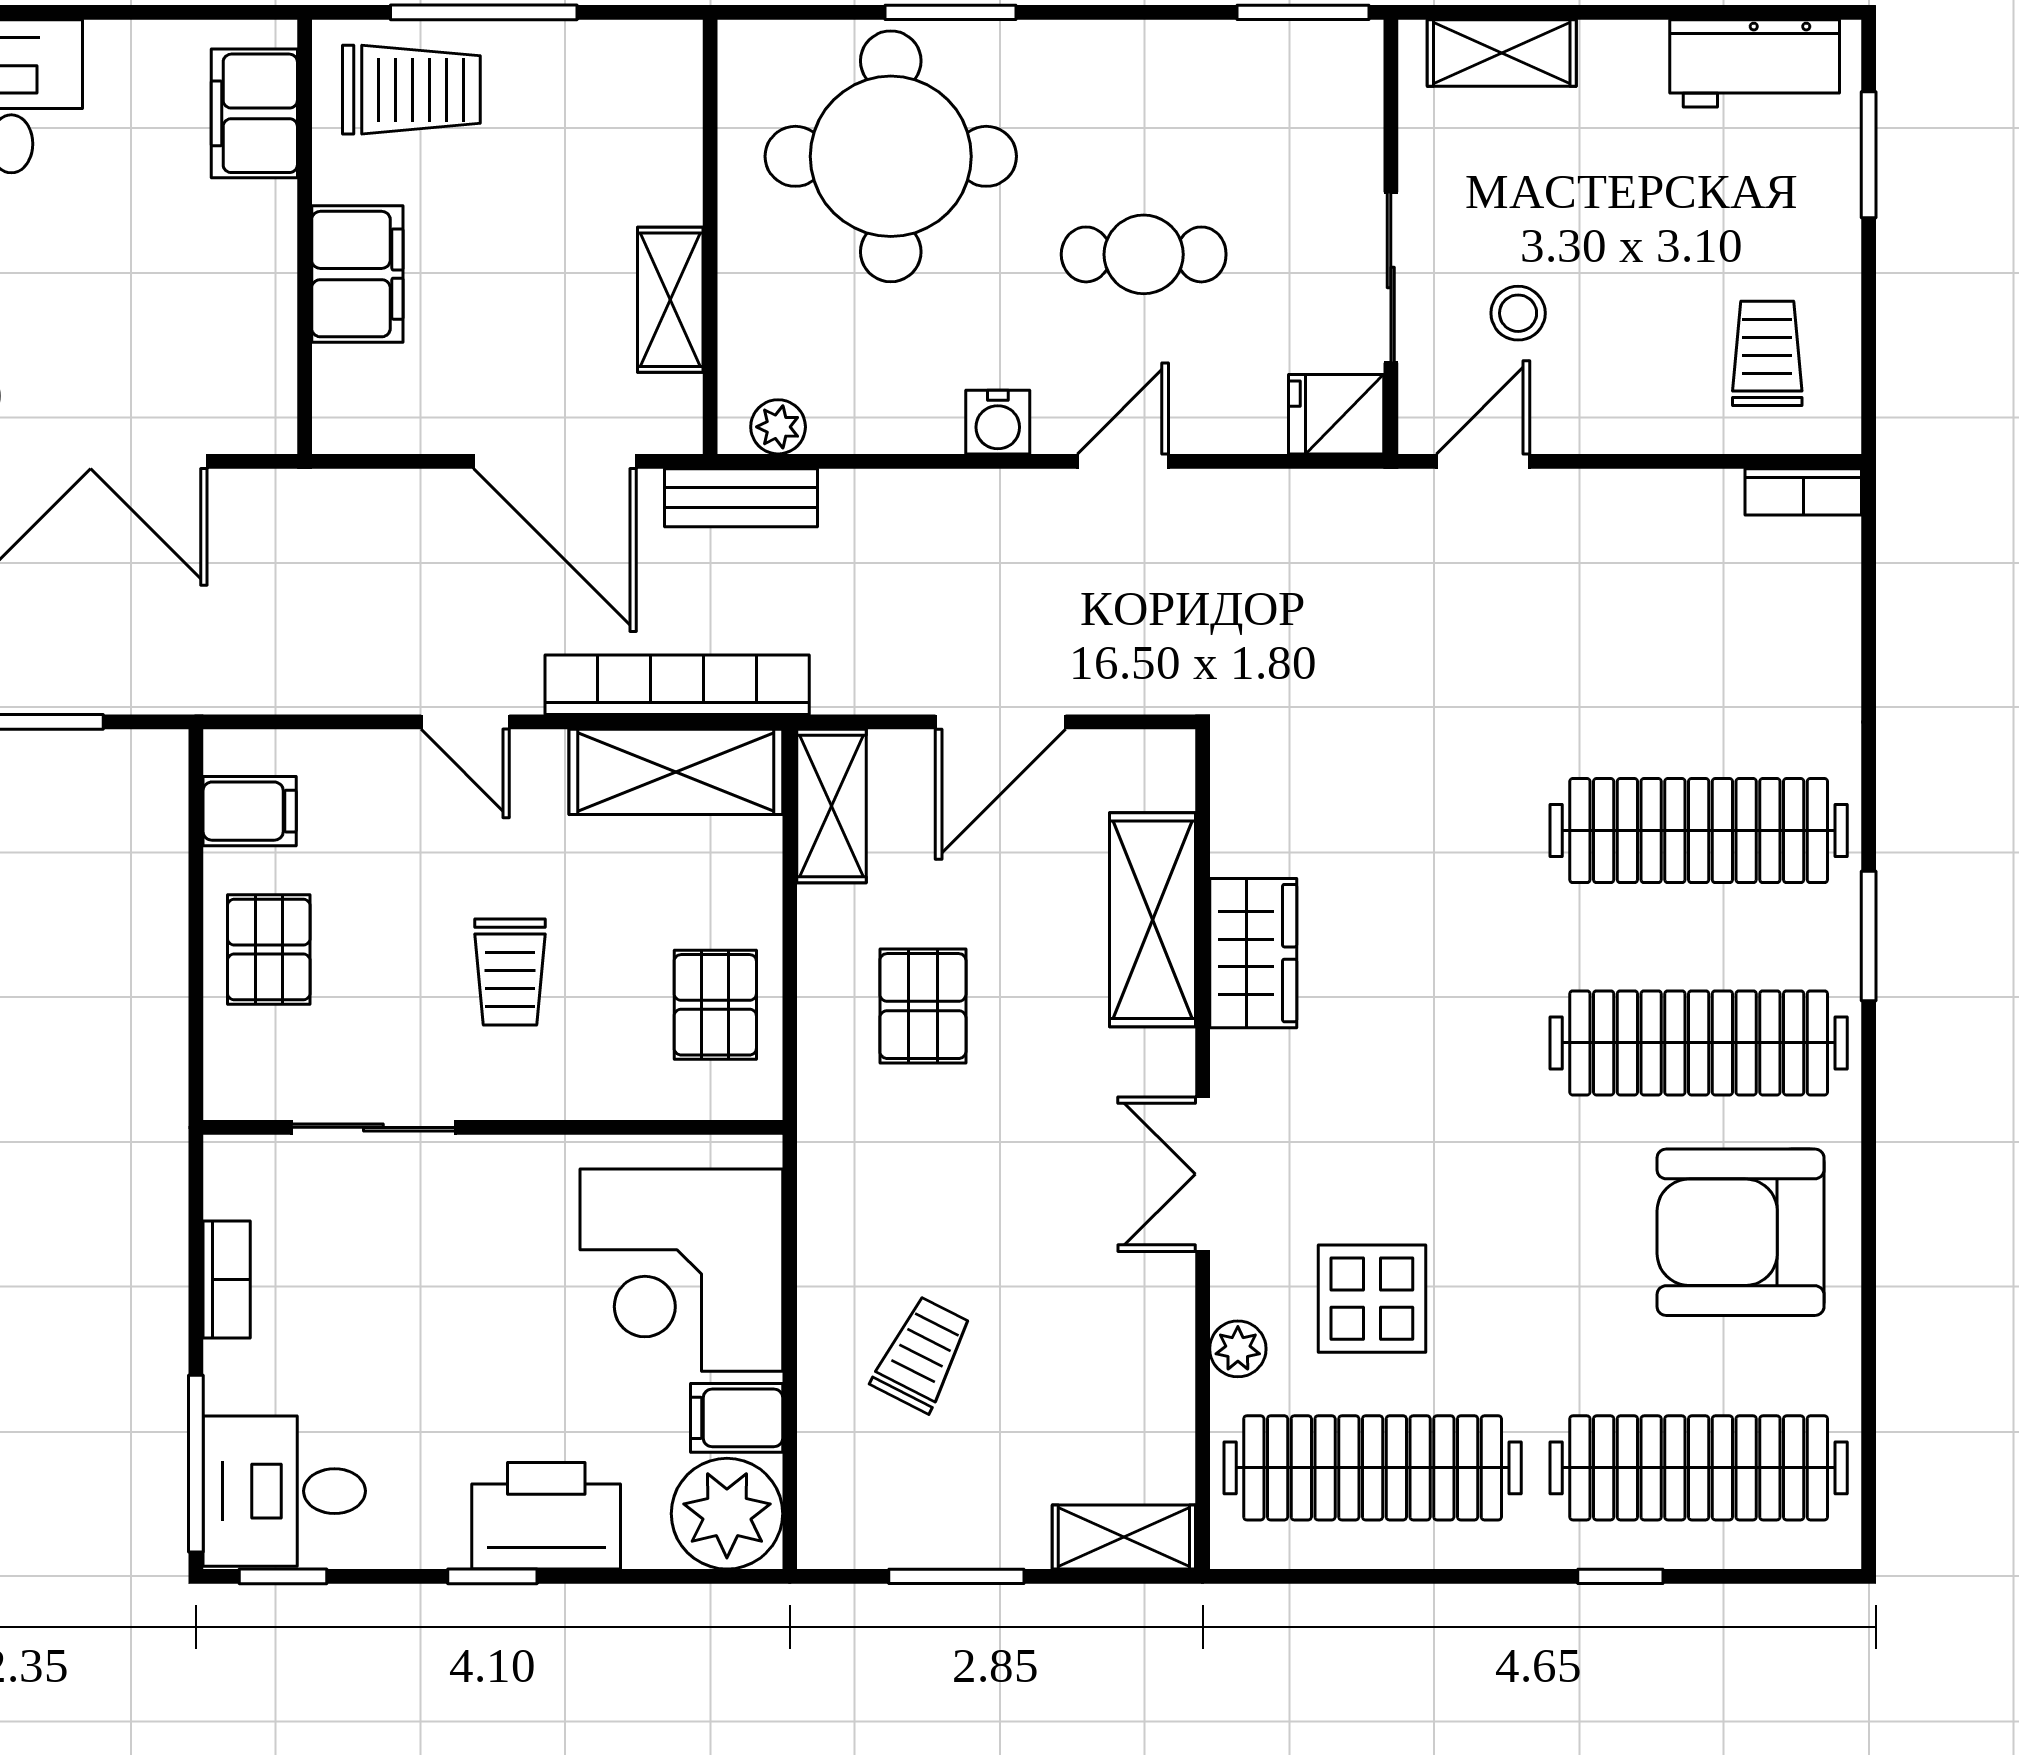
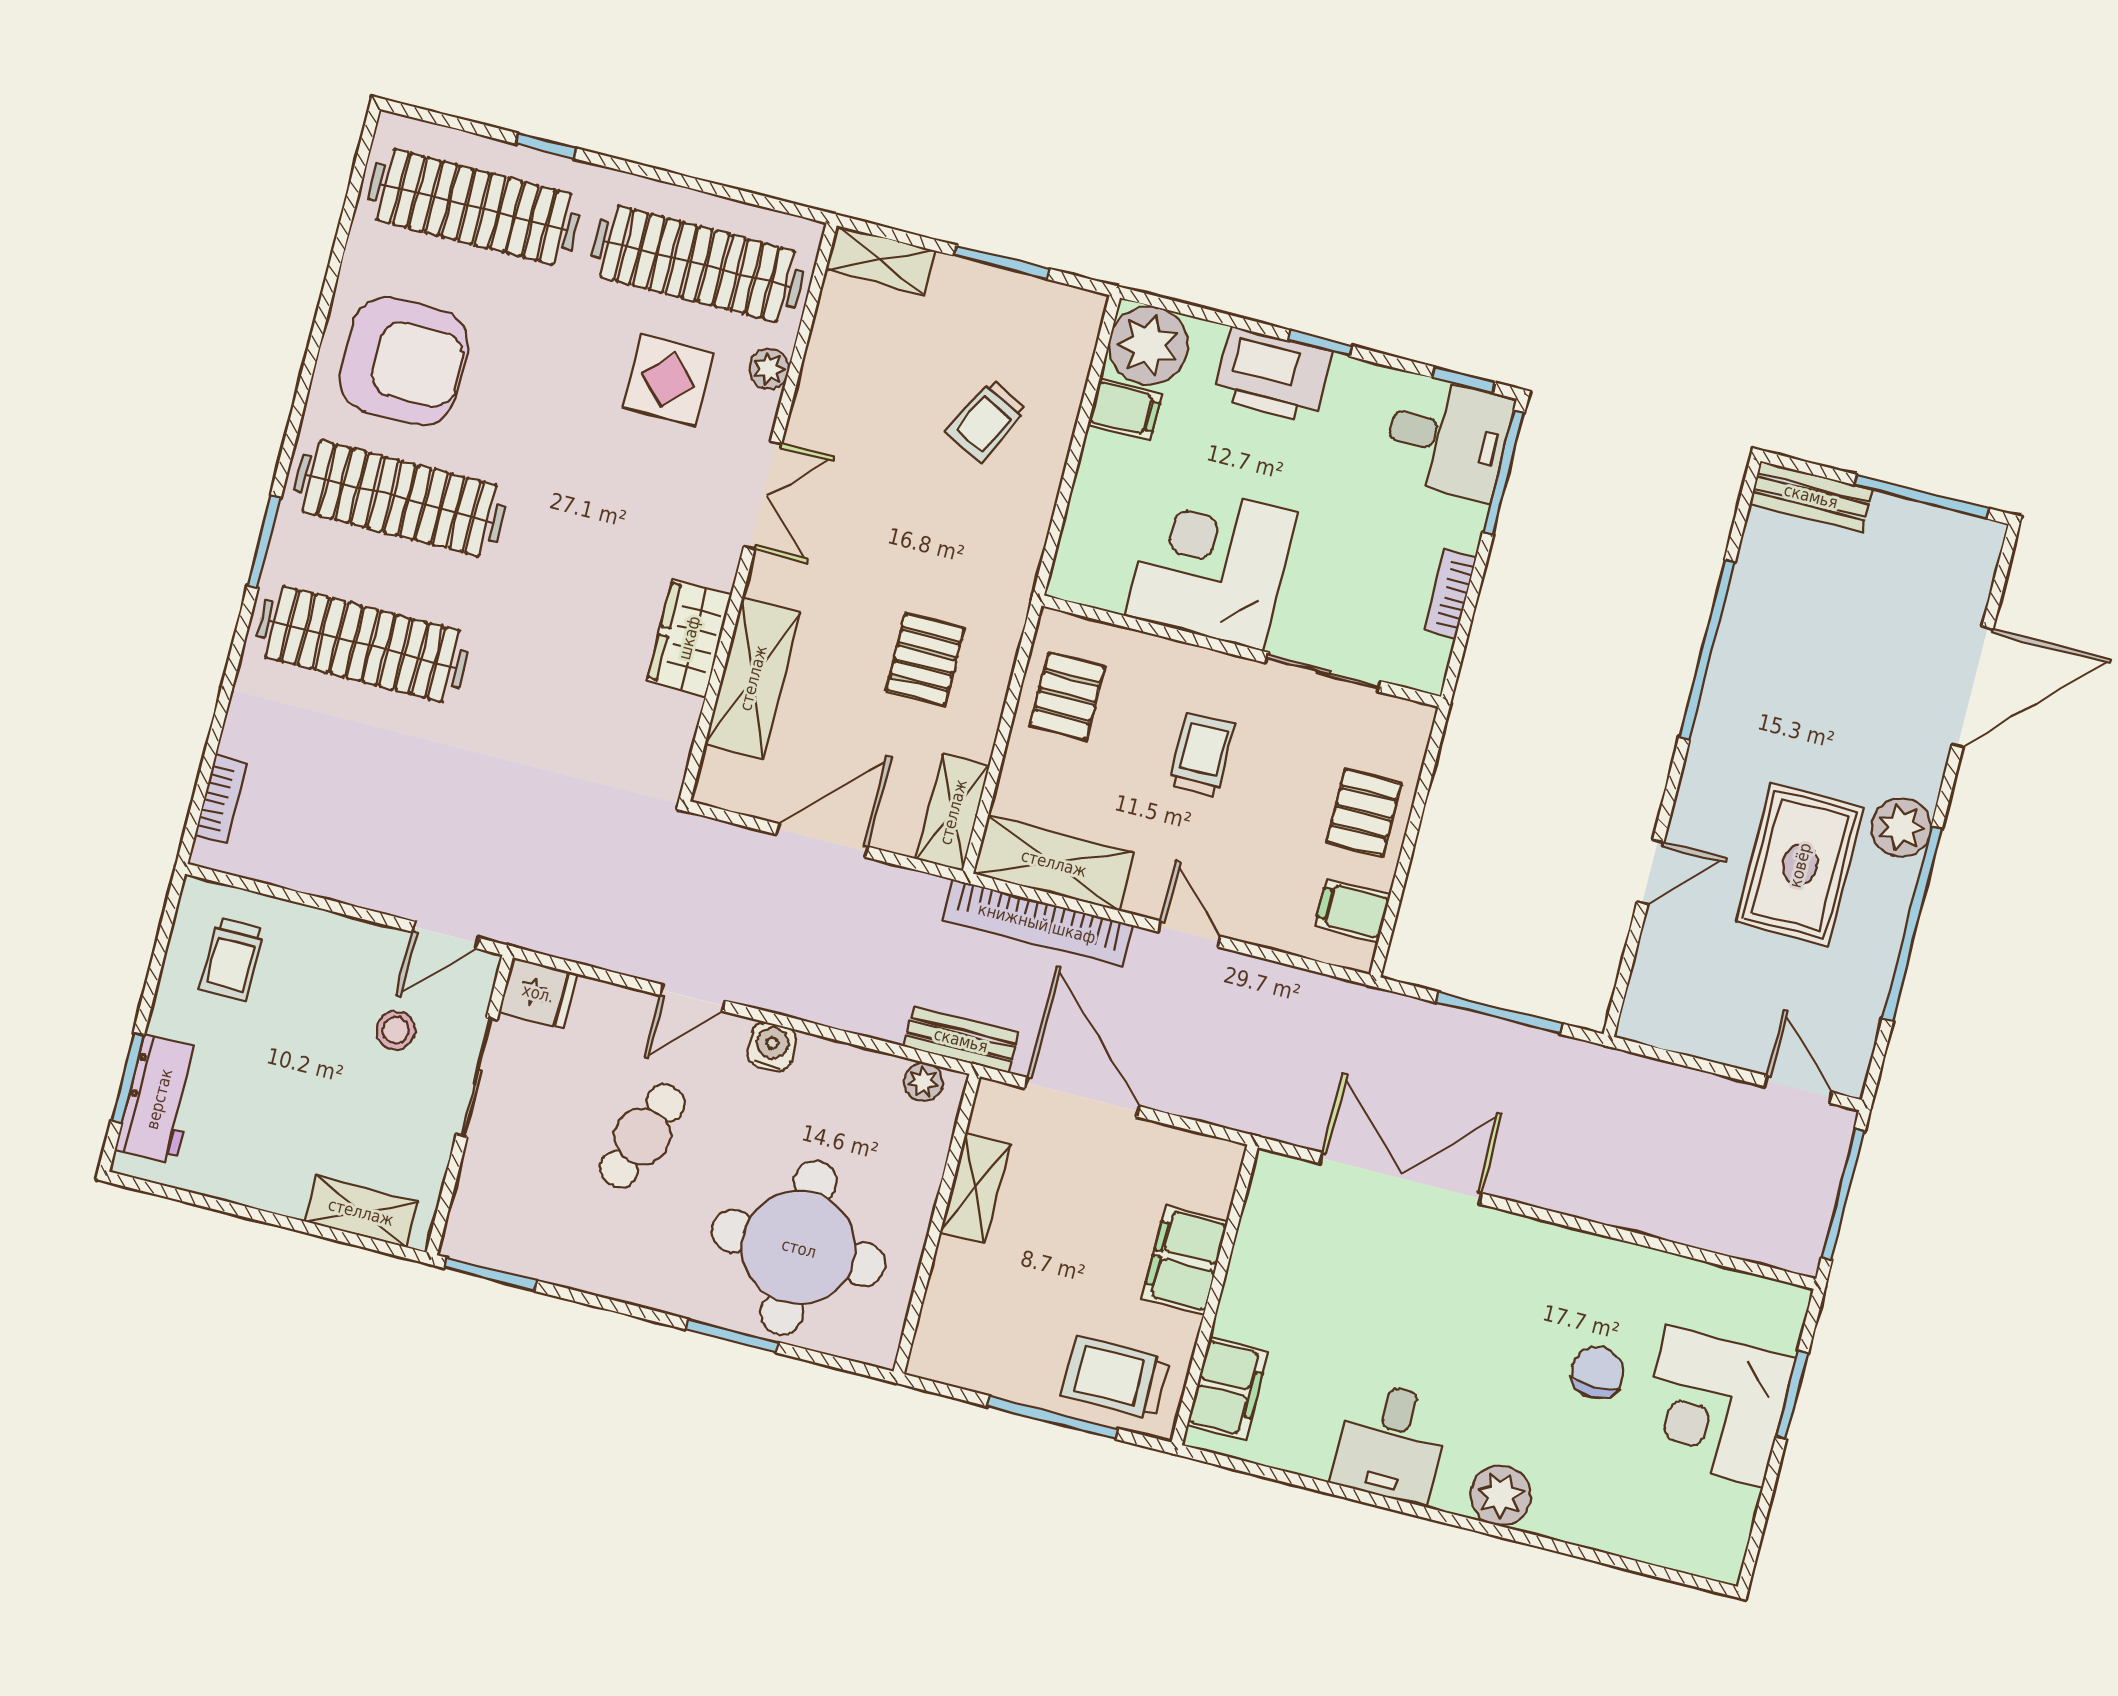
workbench: (1755, 63) -> (159, 1099), moved, turned 90
cafe table: (1144, 254) -> (642, 1136), turned -69
bookcase: (1803, 492) -> (221, 799), moved, turned 90
corner desk: (681, 1270) -> (1211, 564), moved, turned -90

